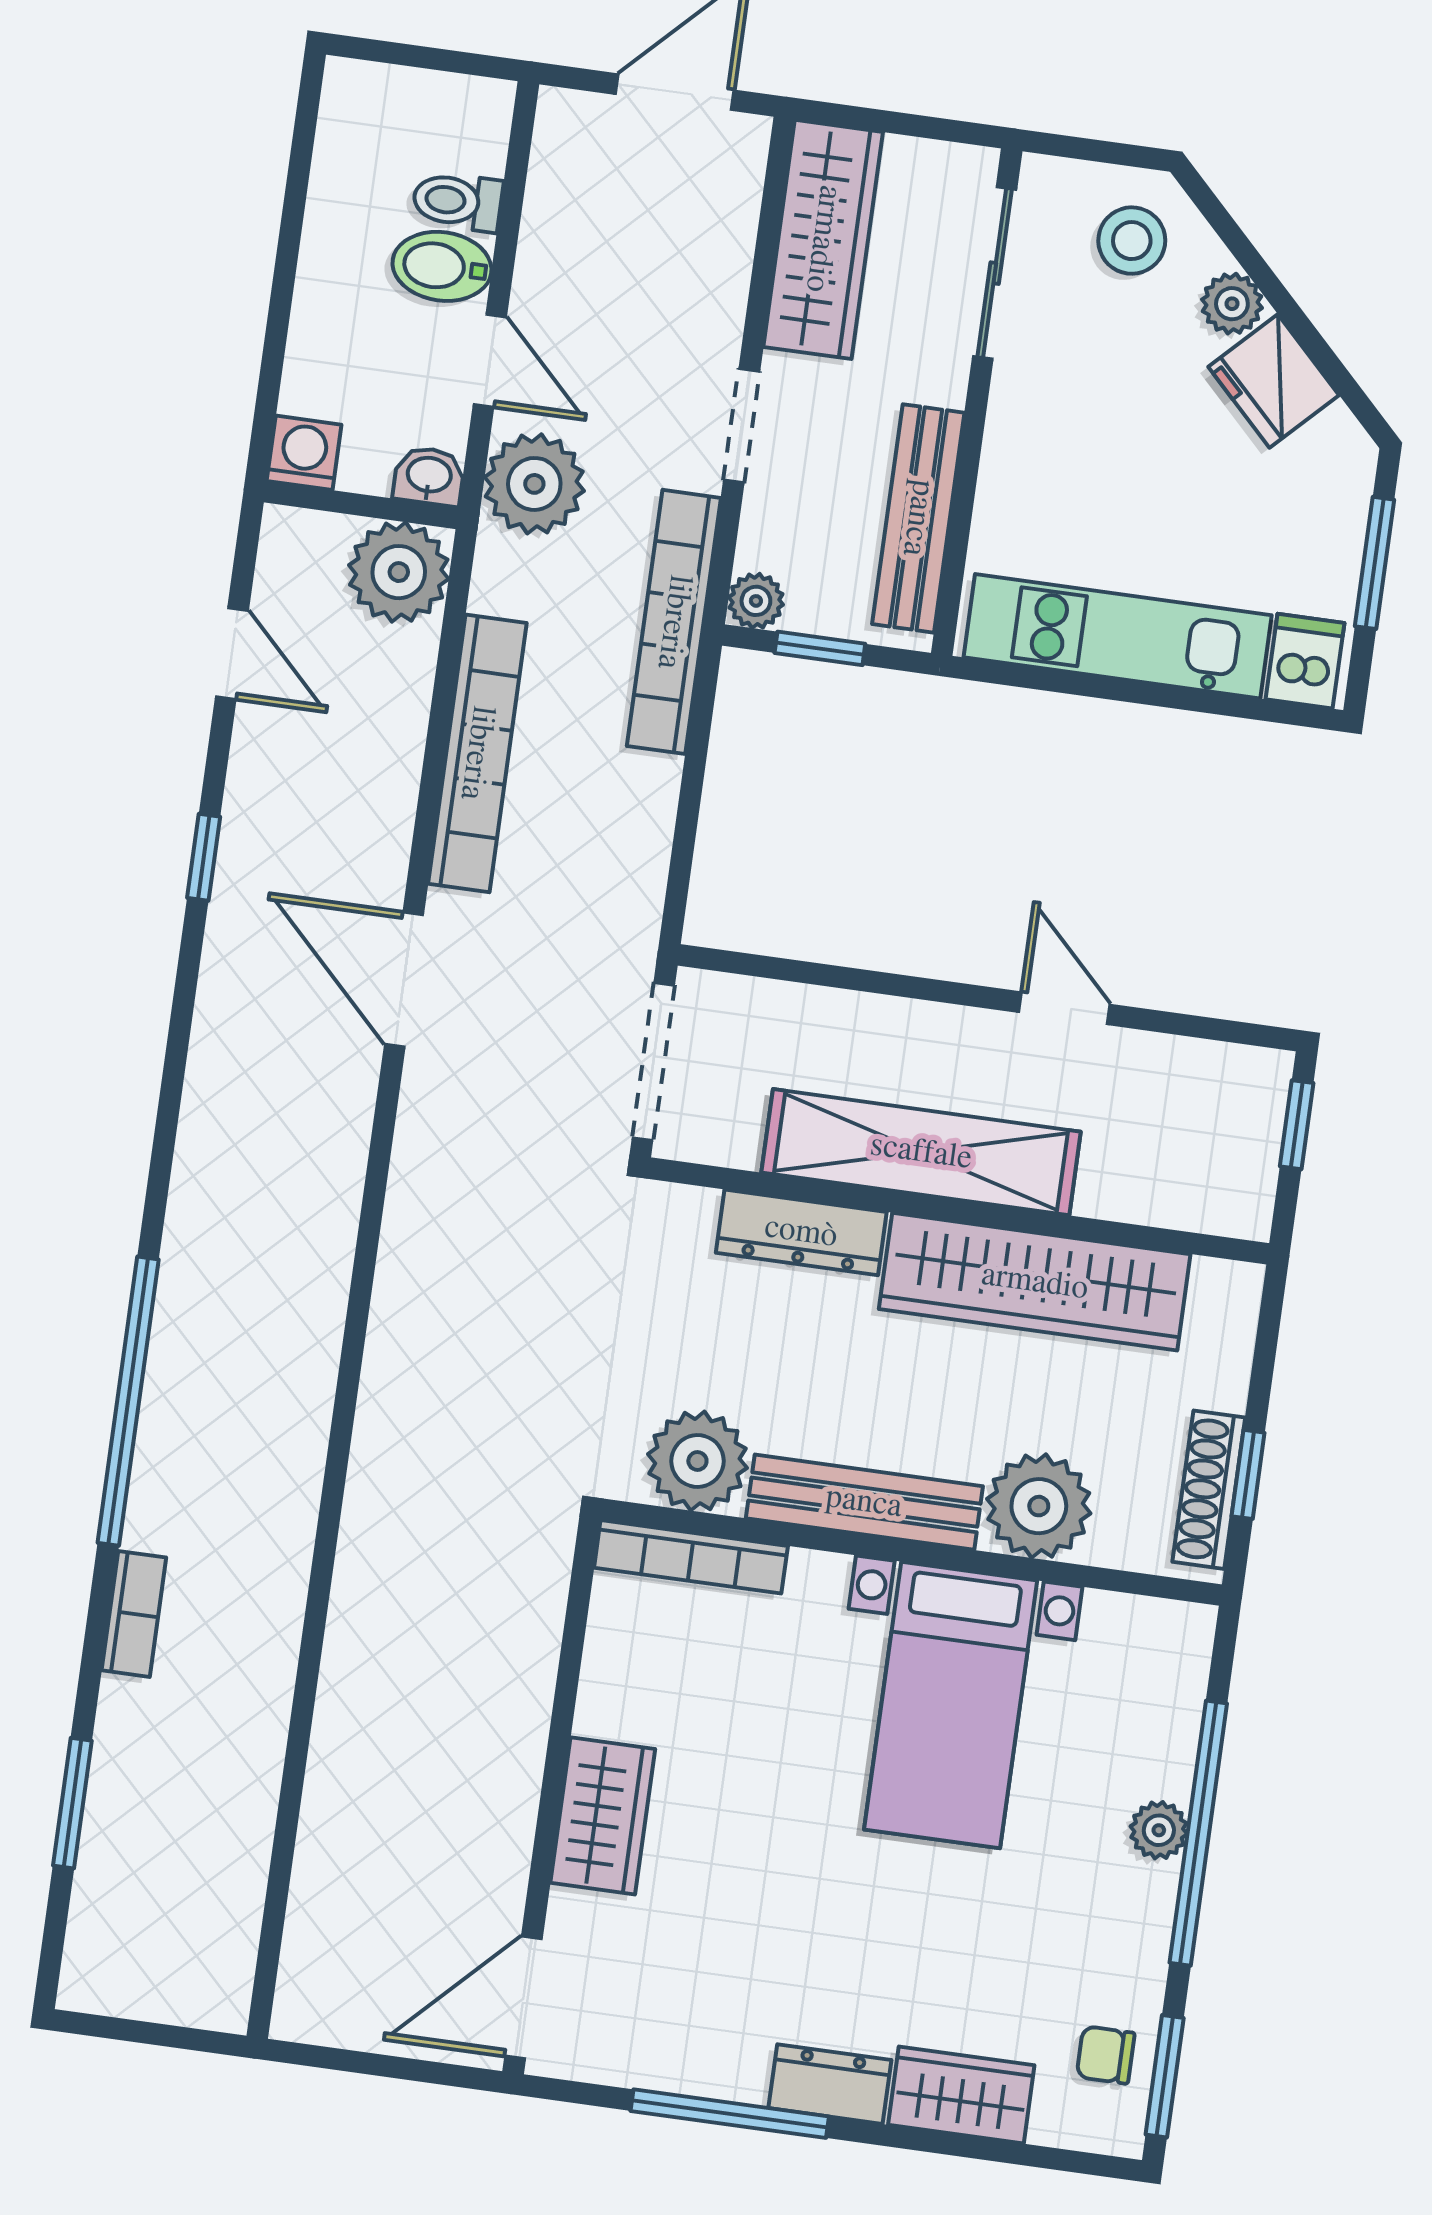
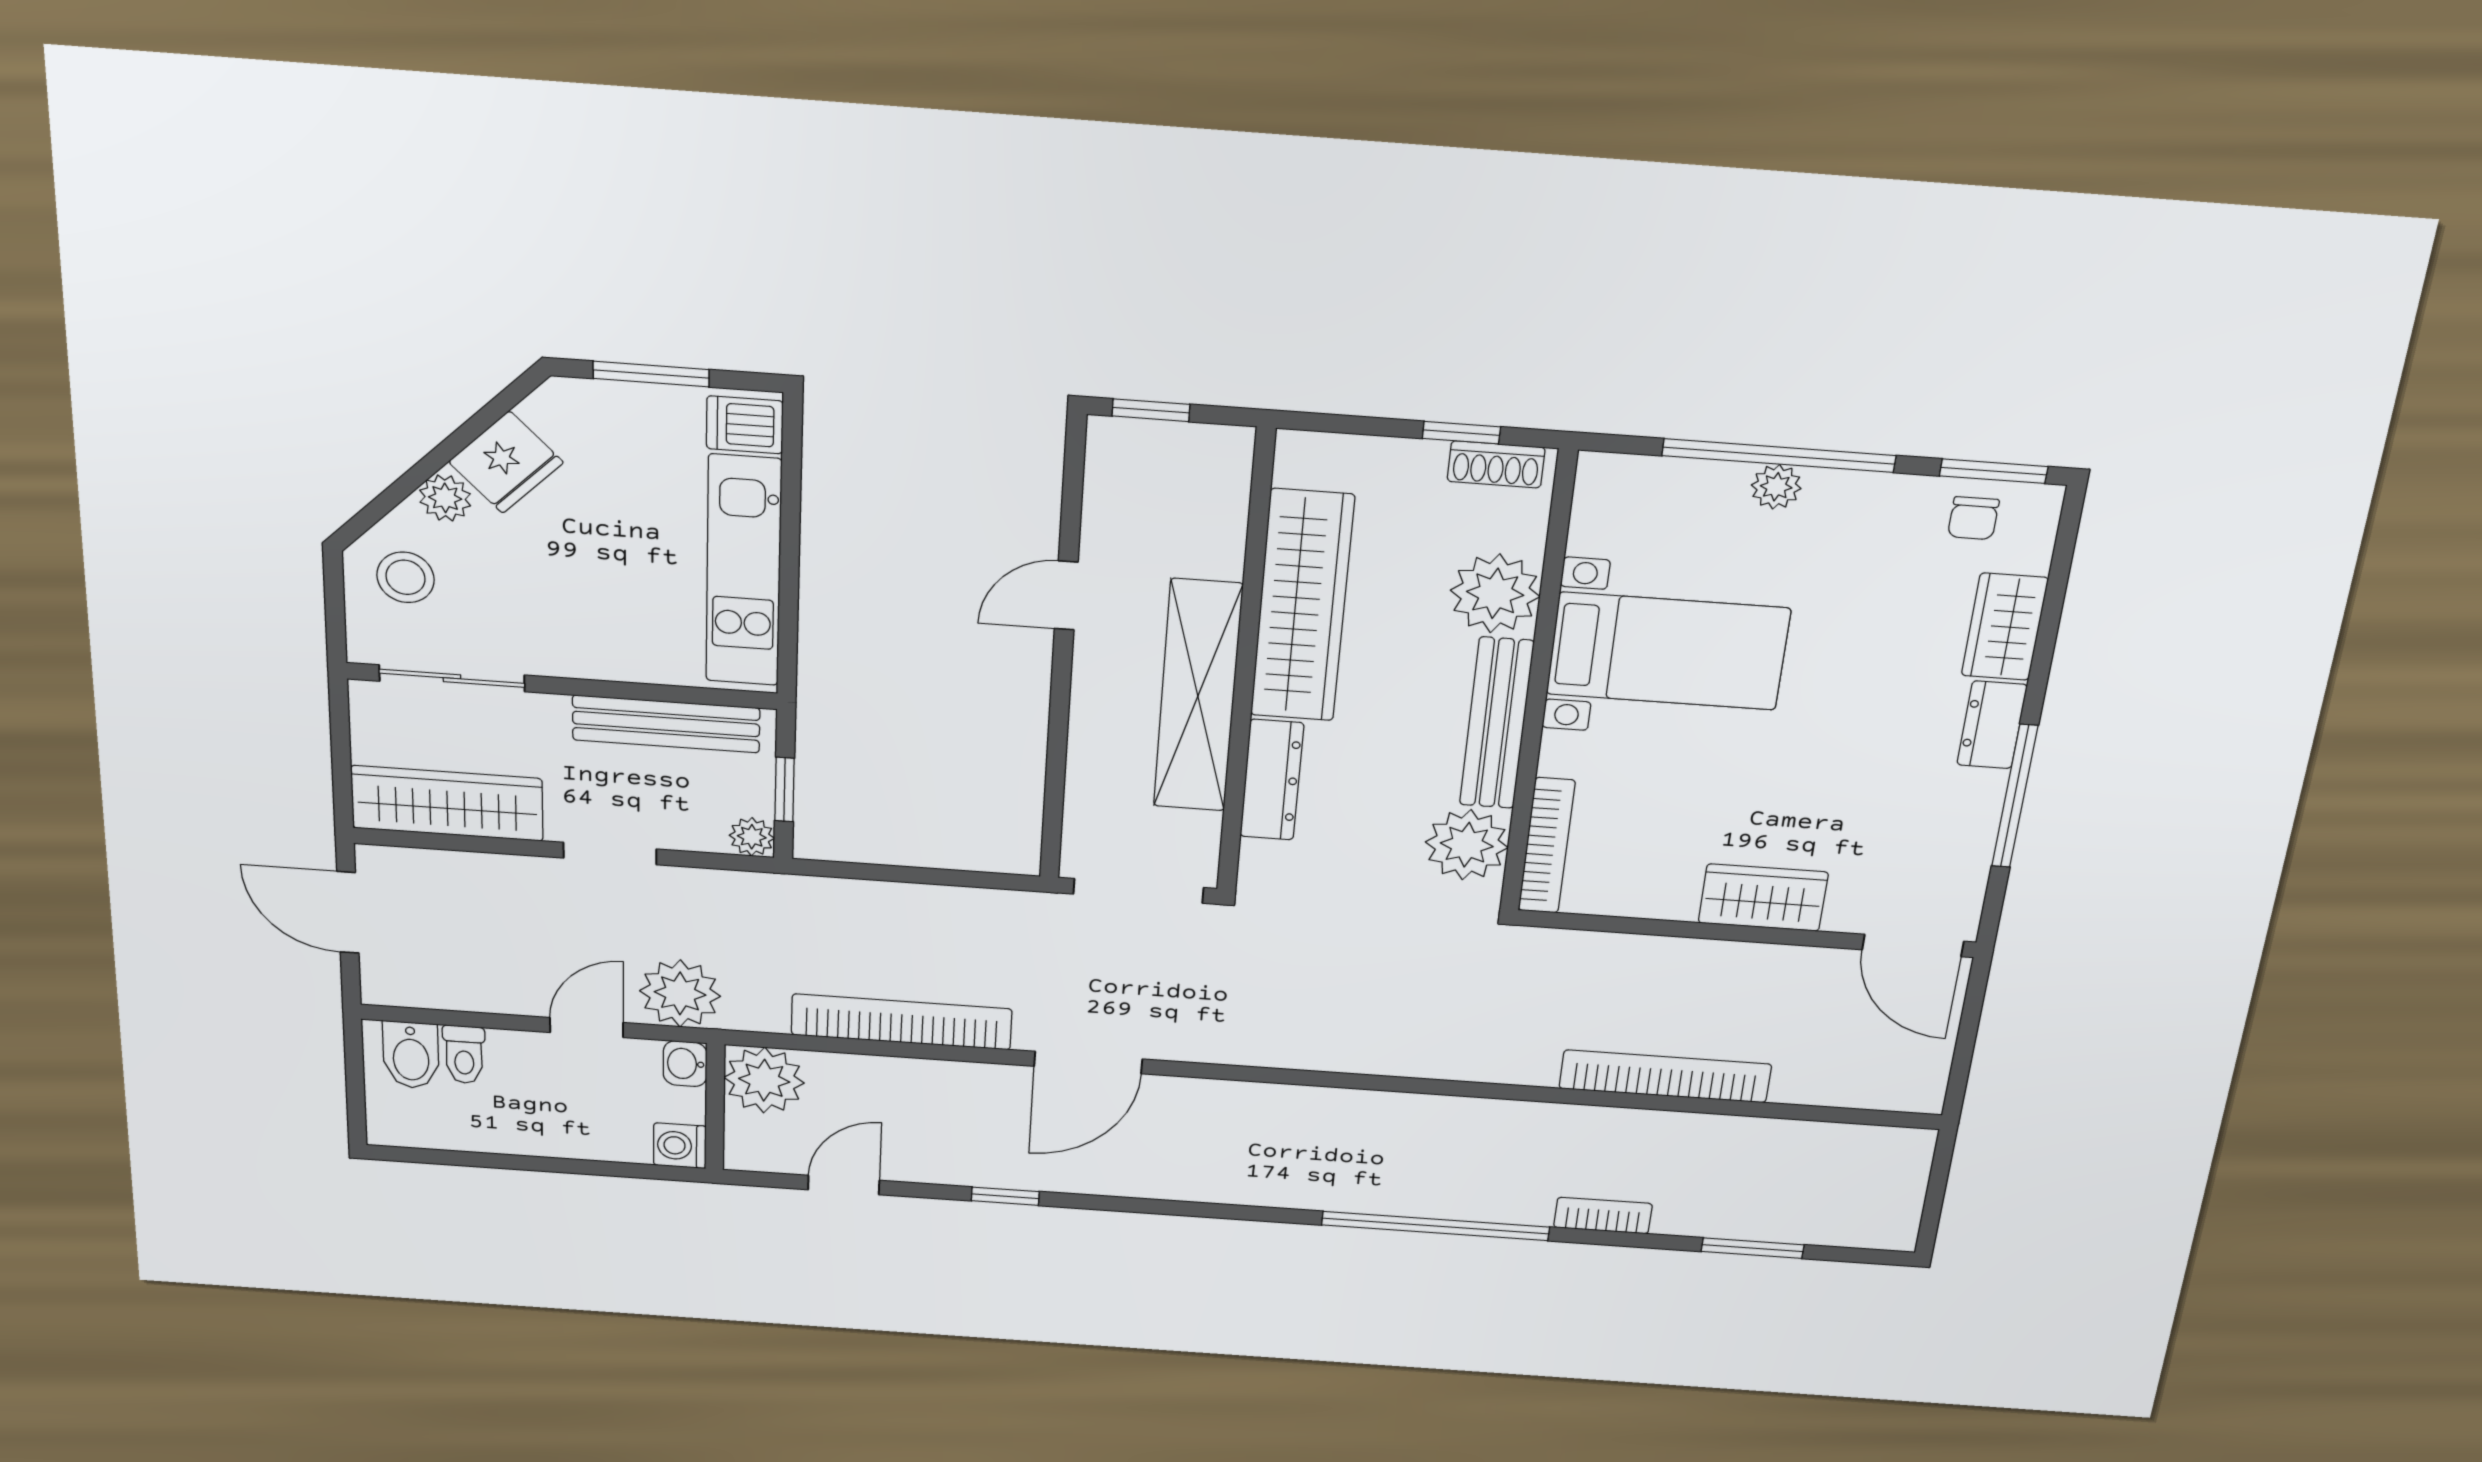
bidet: (442, 266) -> (411, 1055), moved
bookcase: (674, 622) -> (1665, 1076), moved, turned 180
shoe rack: (1209, 1490) -> (1496, 464), width x0.70

